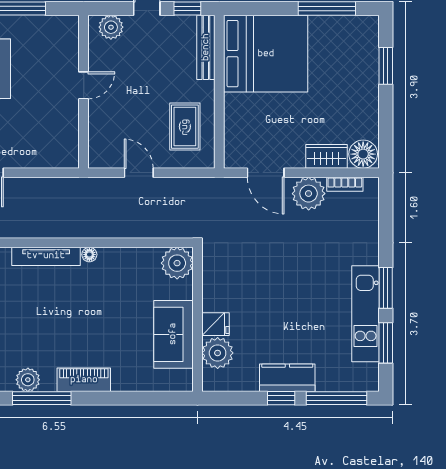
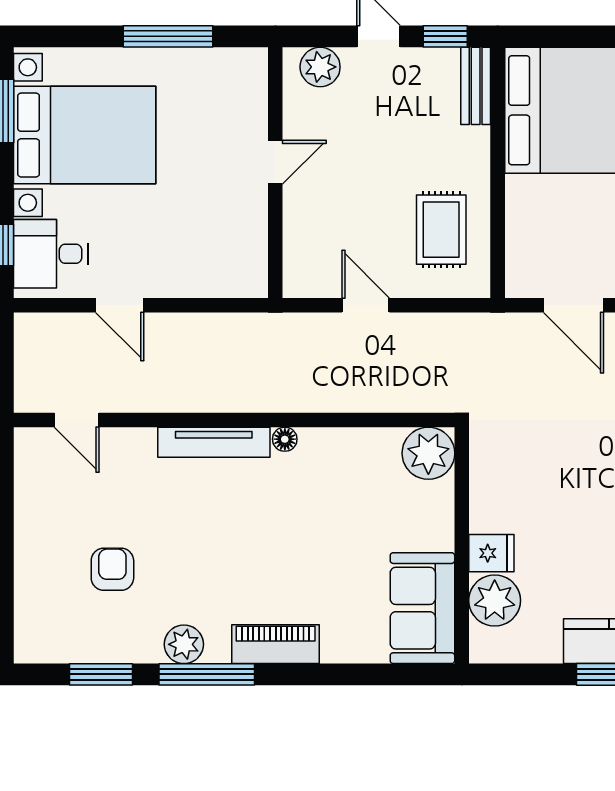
bench: (206, 47) -> (476, 86), width x0.73
sofa: (173, 334) -> (422, 608), moved

